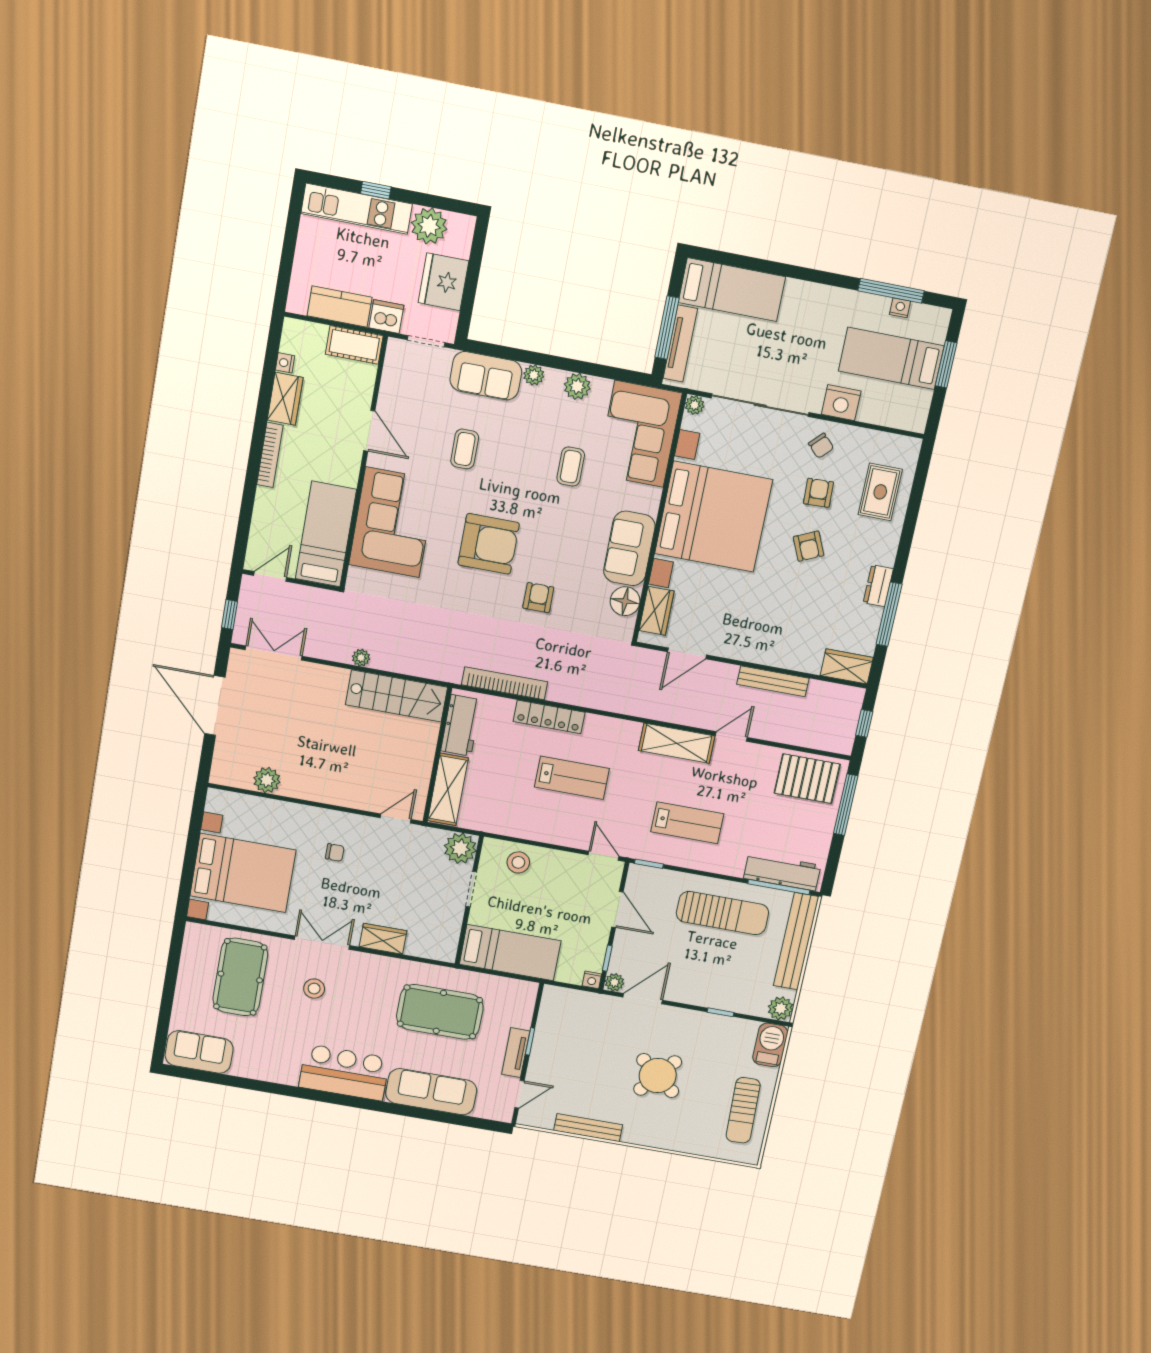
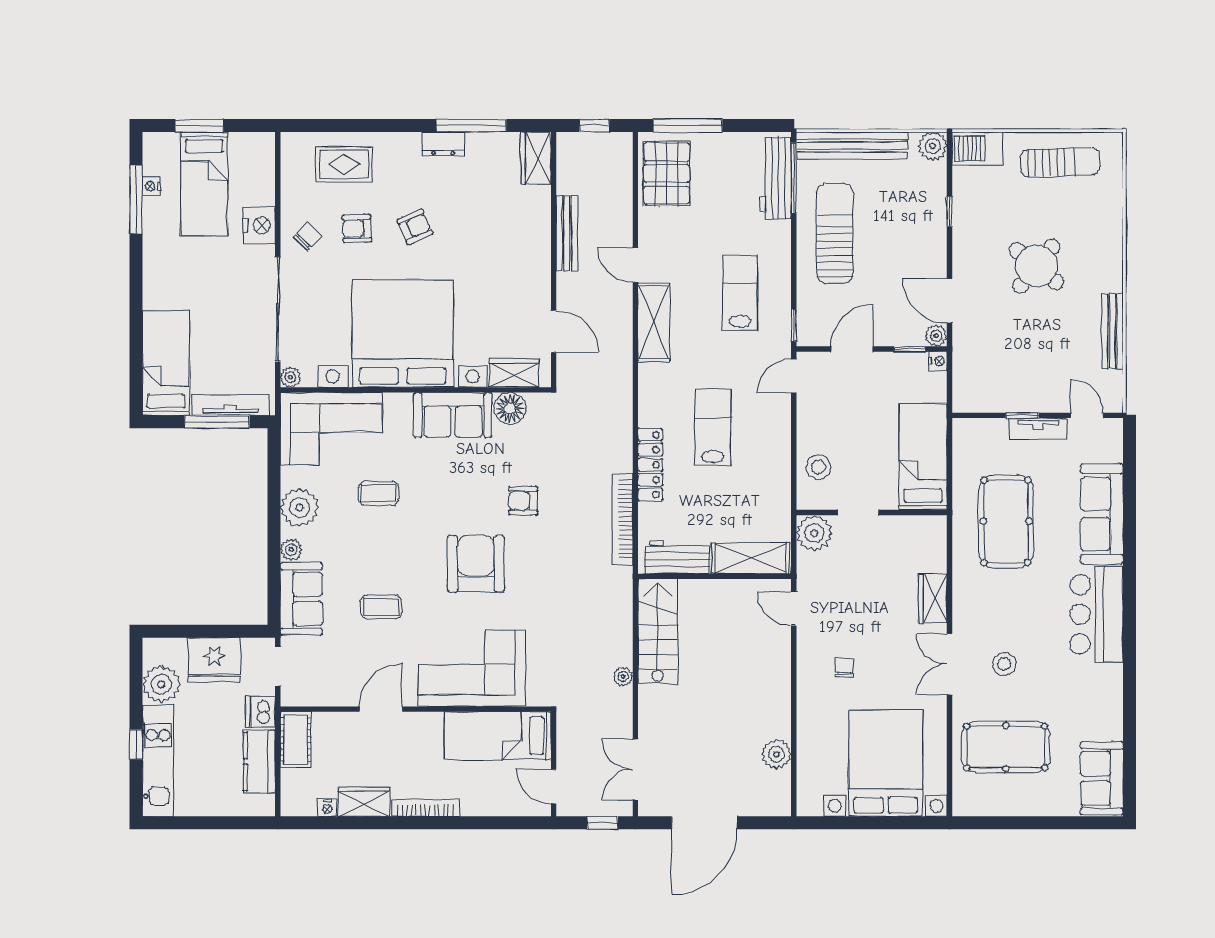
plant: (577, 386) -> (299, 508), width x1.36, depth x1.36

